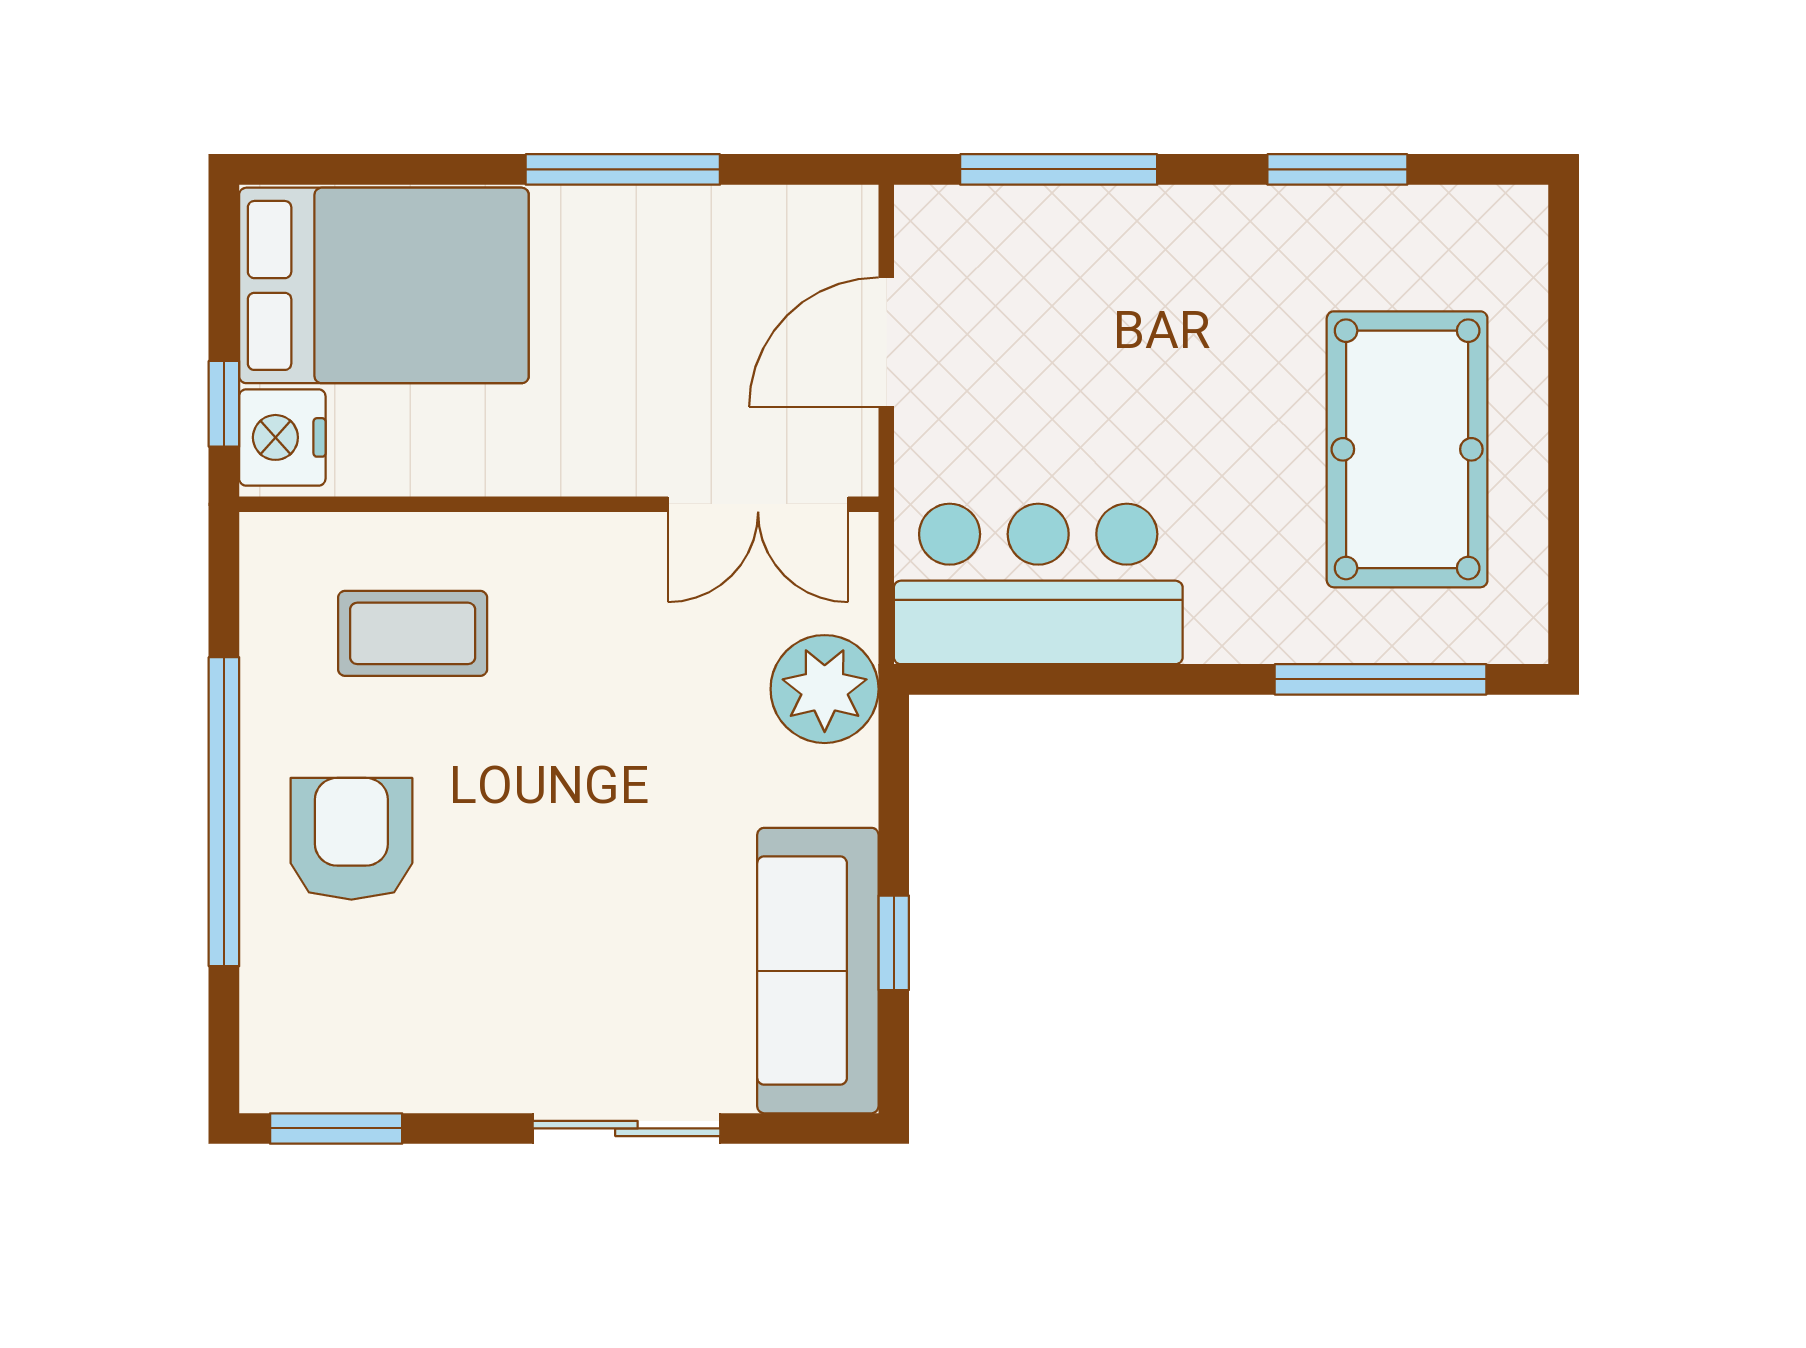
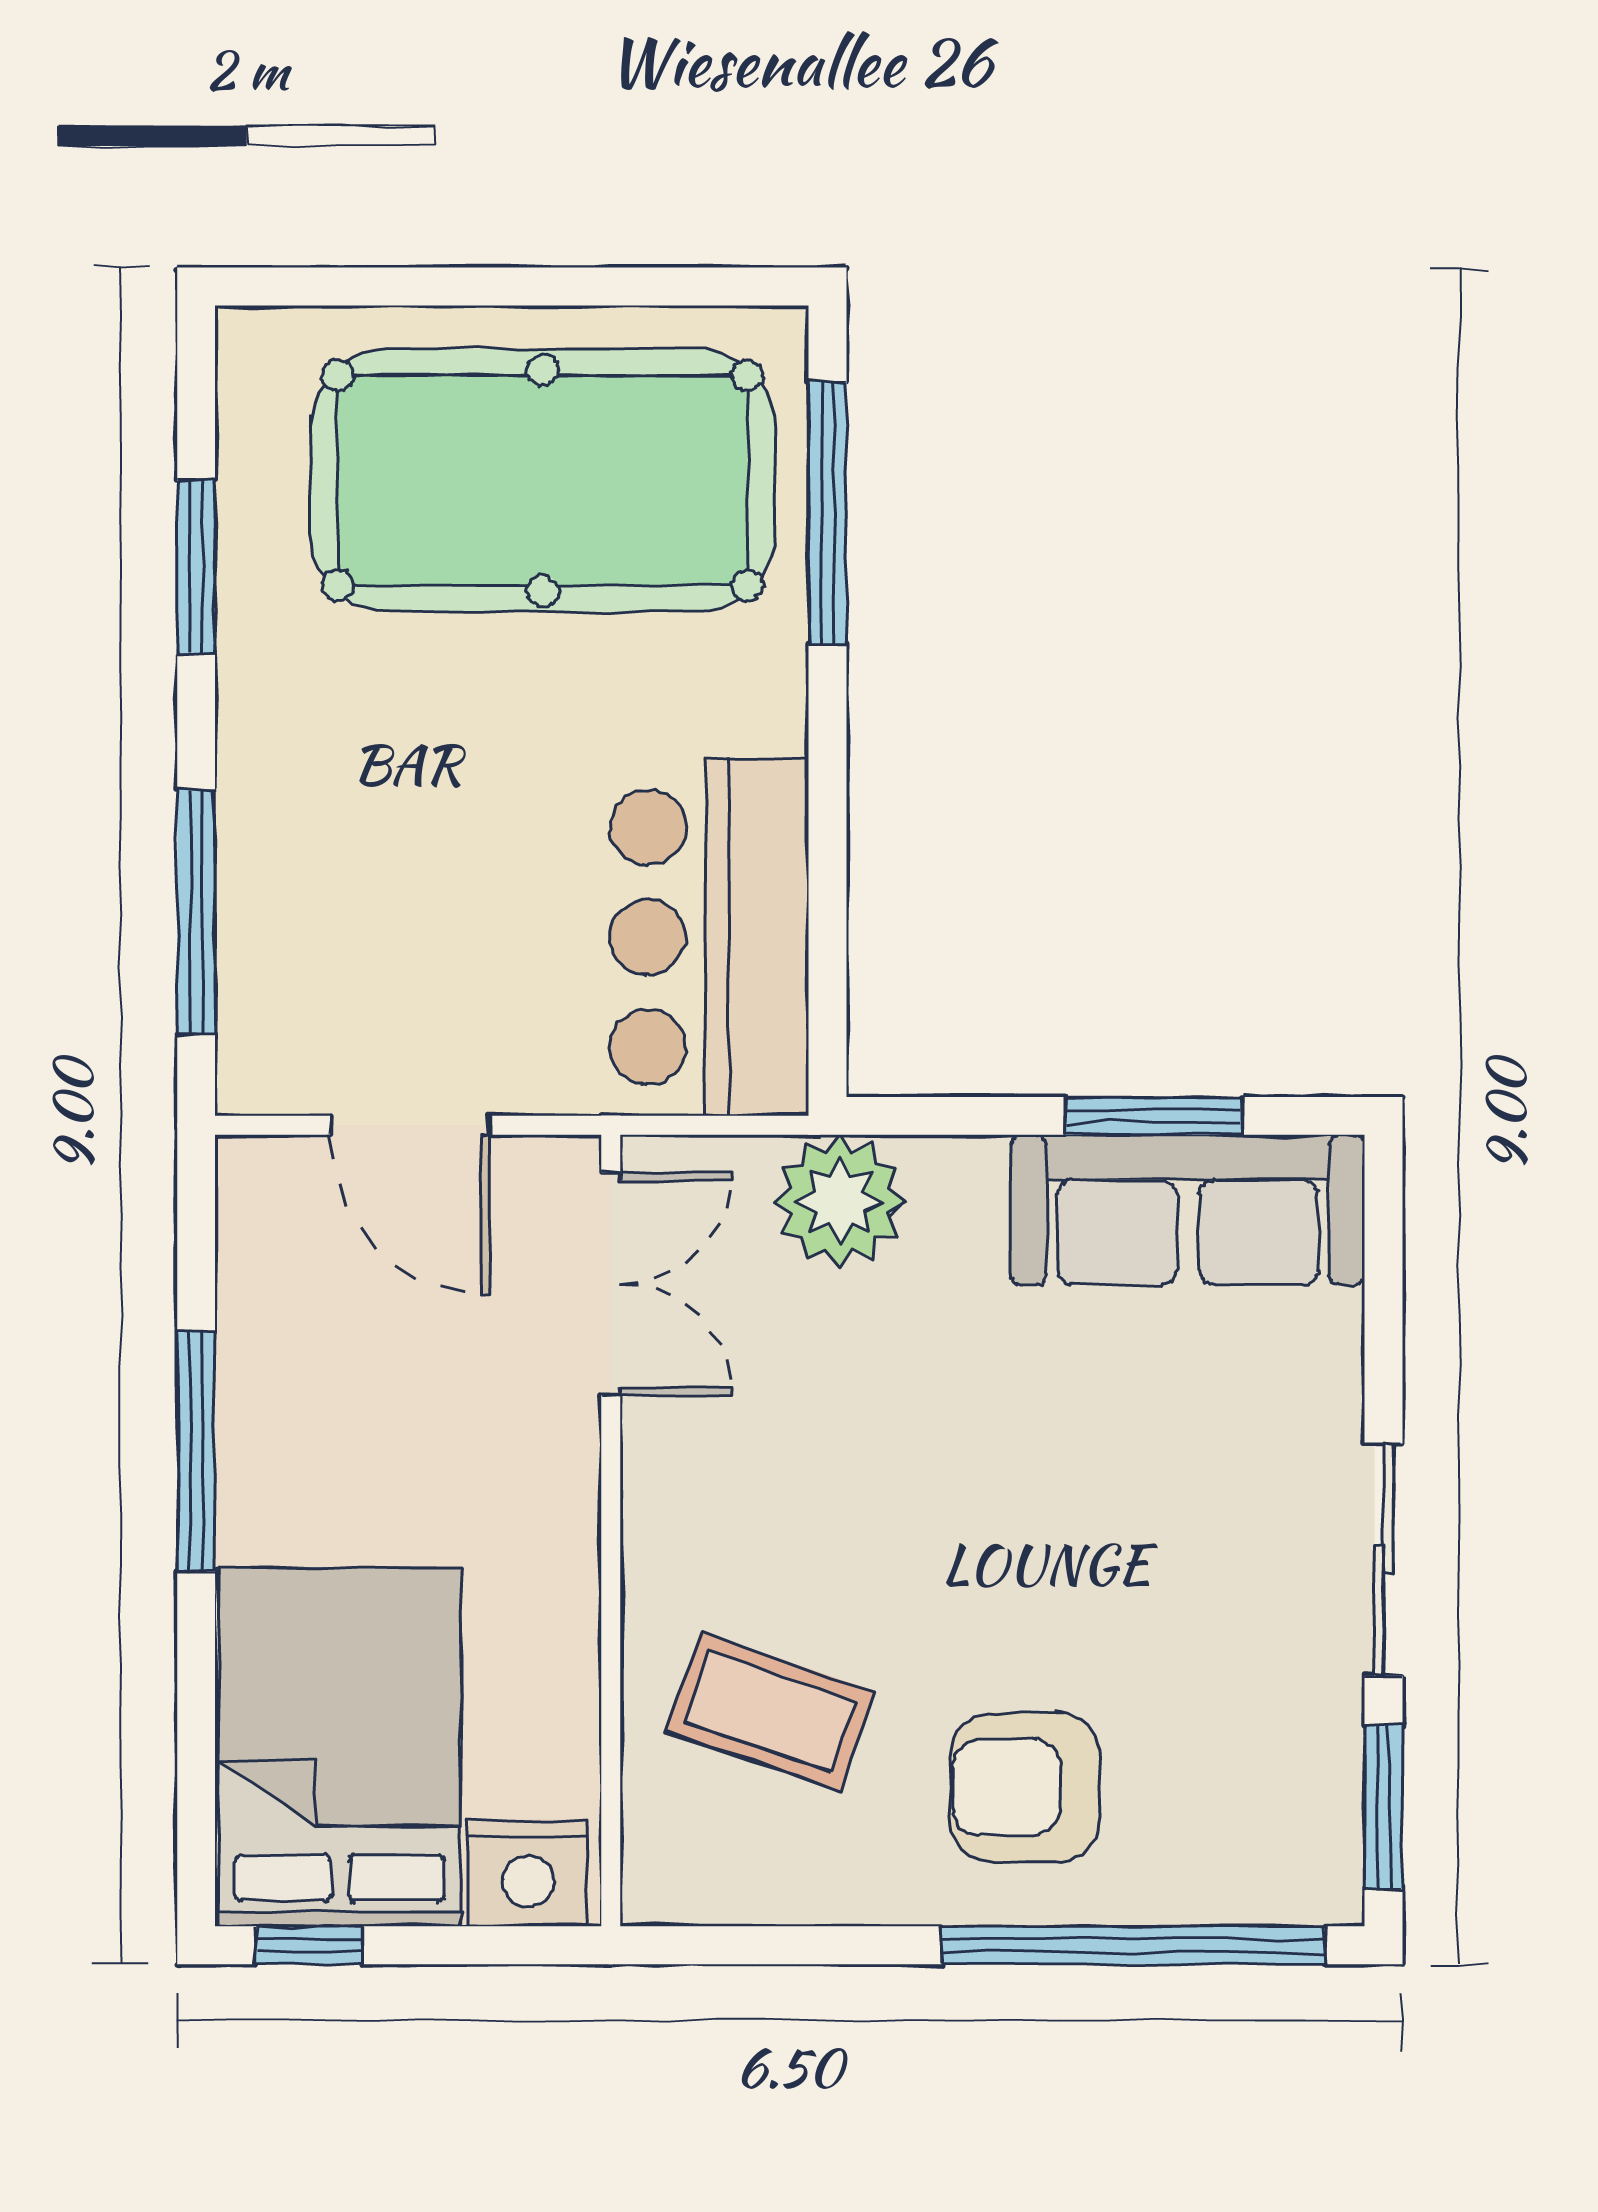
window: (224, 404) -> (310, 1945), moved
pool table: (1407, 449) -> (543, 480), width x1.36, depth x1.32
coffee table: (413, 633) -> (771, 1712), turned -71
window: (224, 812) -> (1133, 1945), moved
window: (894, 943) -> (1154, 1116), width x1.50
sliding door: (626, 1128) -> (1383, 1560), moved

